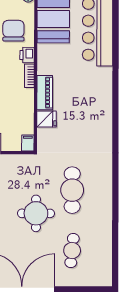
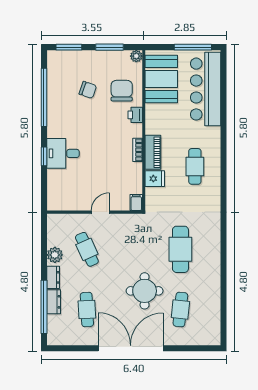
bookcase: (29, 76) -> (138, 150), moved
cafe table: (87, 107) -> (195, 166), added
round table: (36, 213) -> (145, 291), moved

